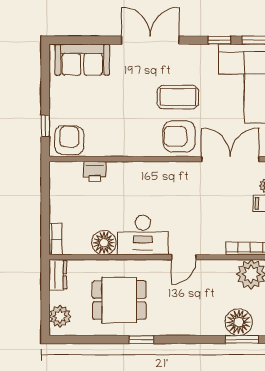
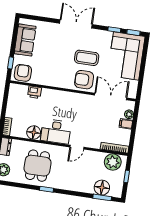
sofa: (82, 60) -> (25, 40), moved, turned -90
dining table: (119, 300) -> (38, 166), turned 90

